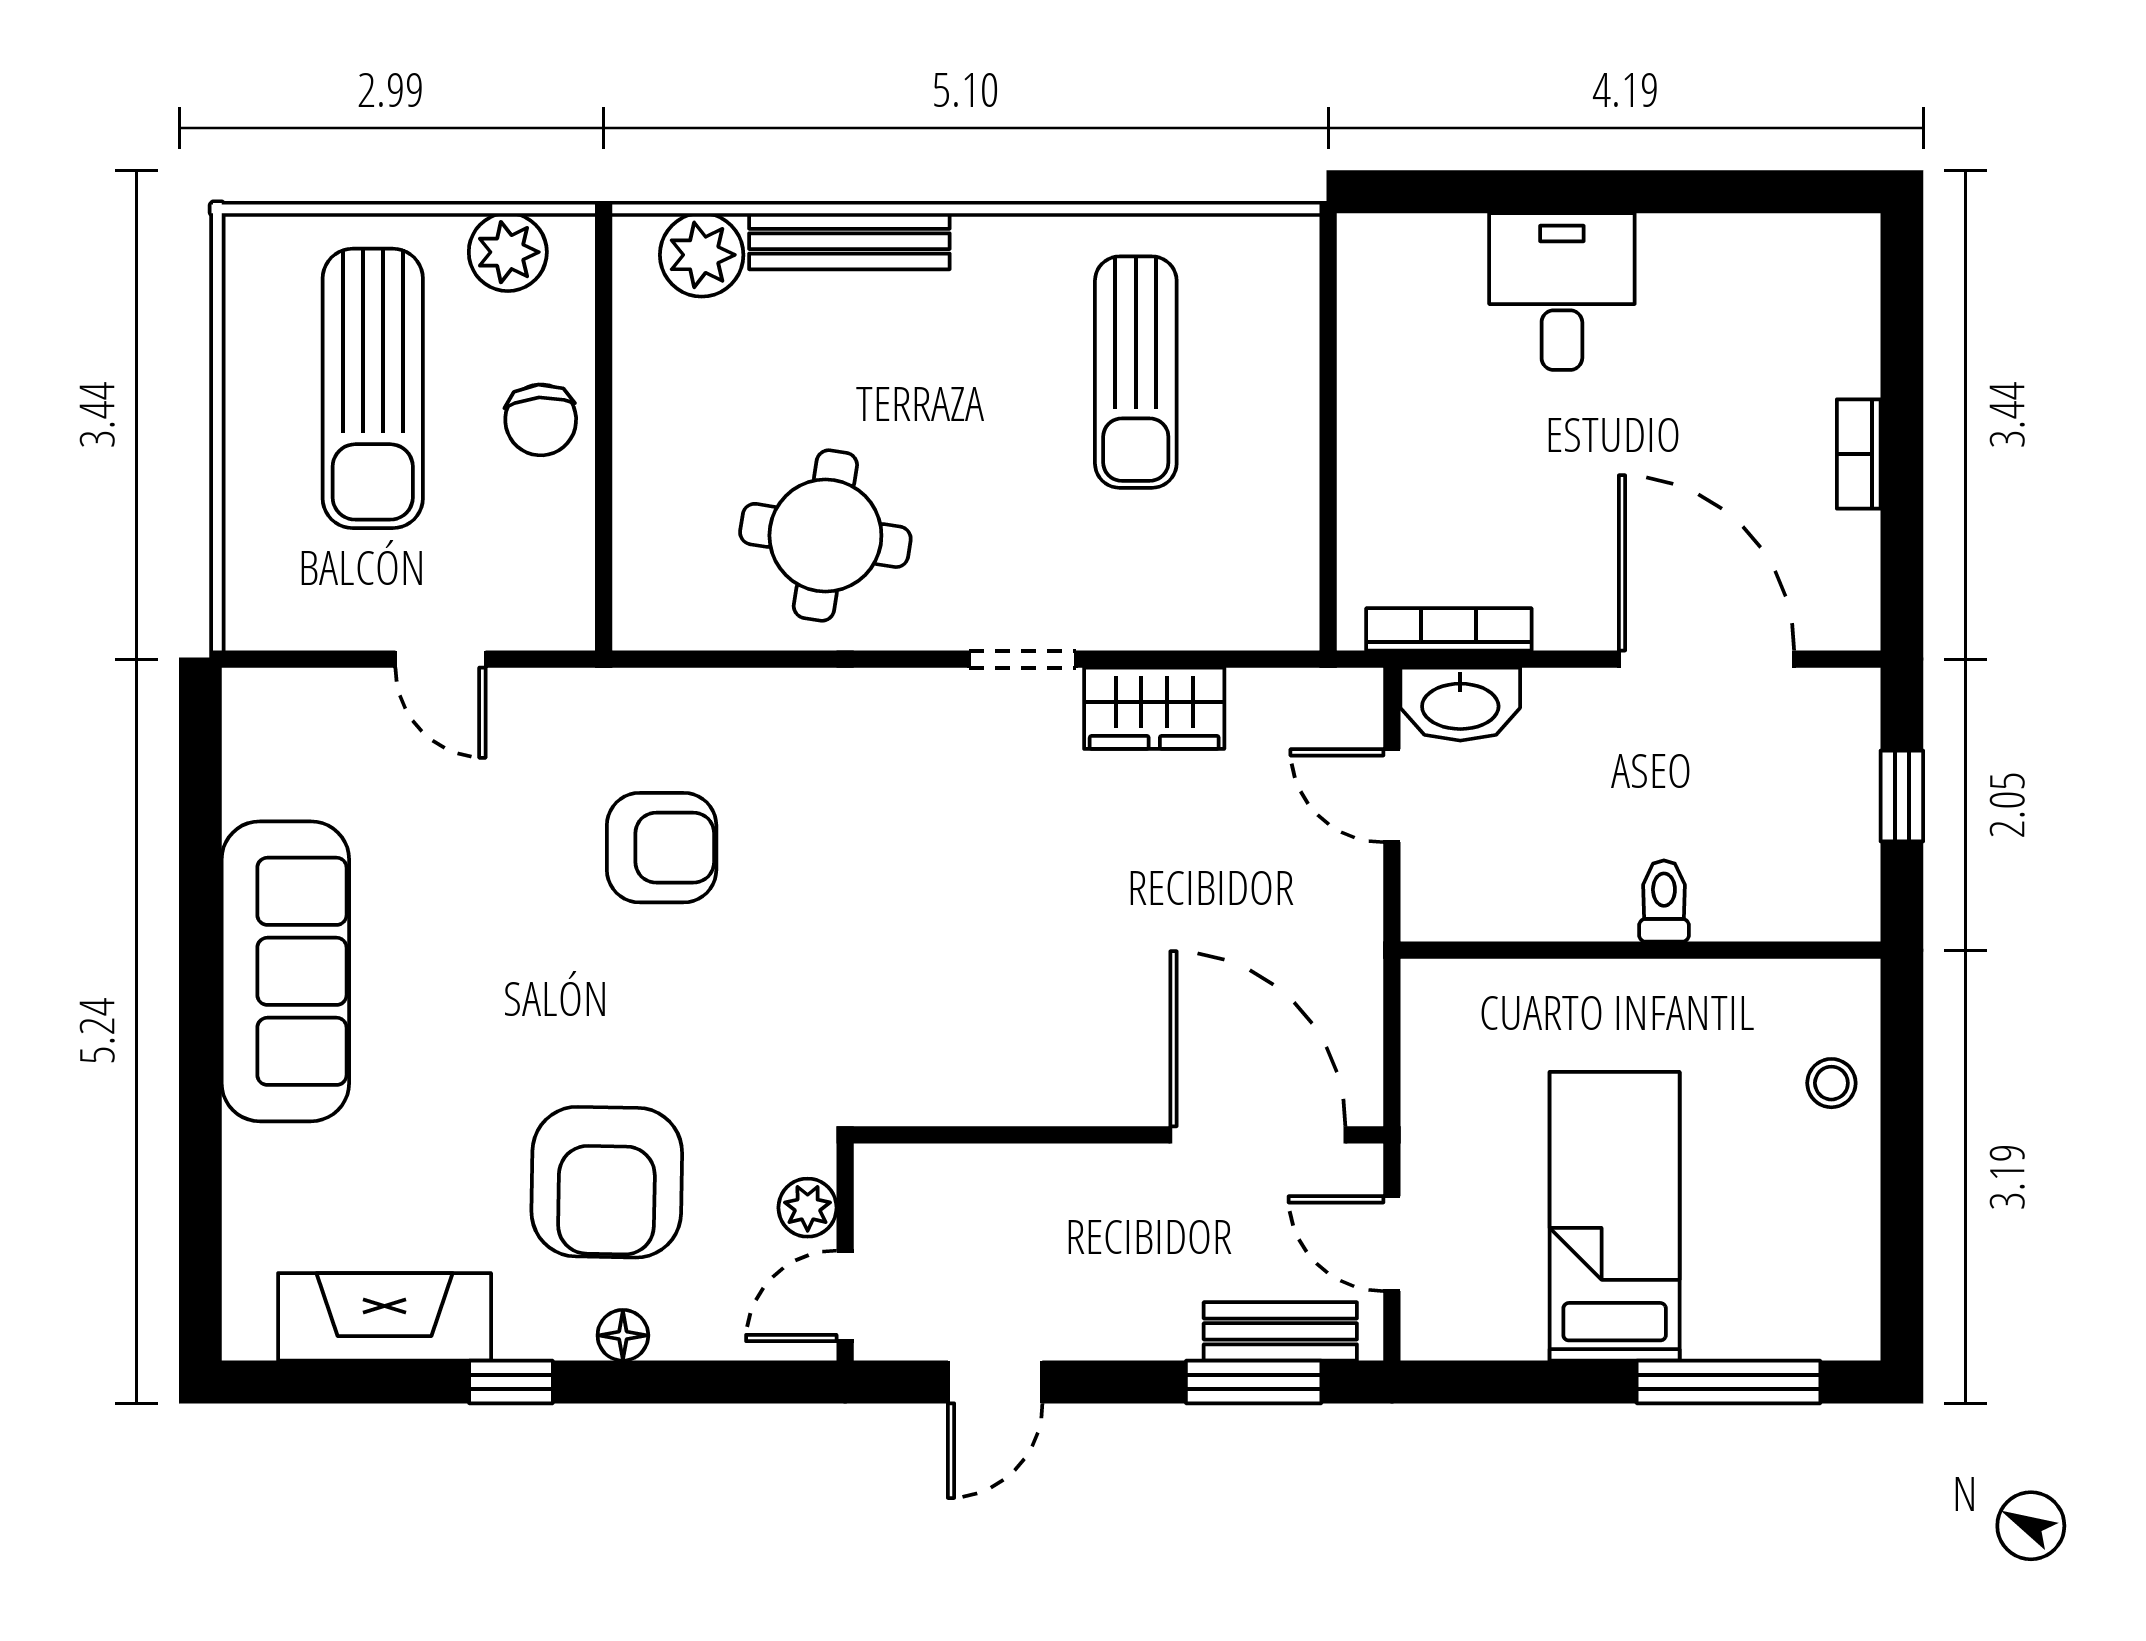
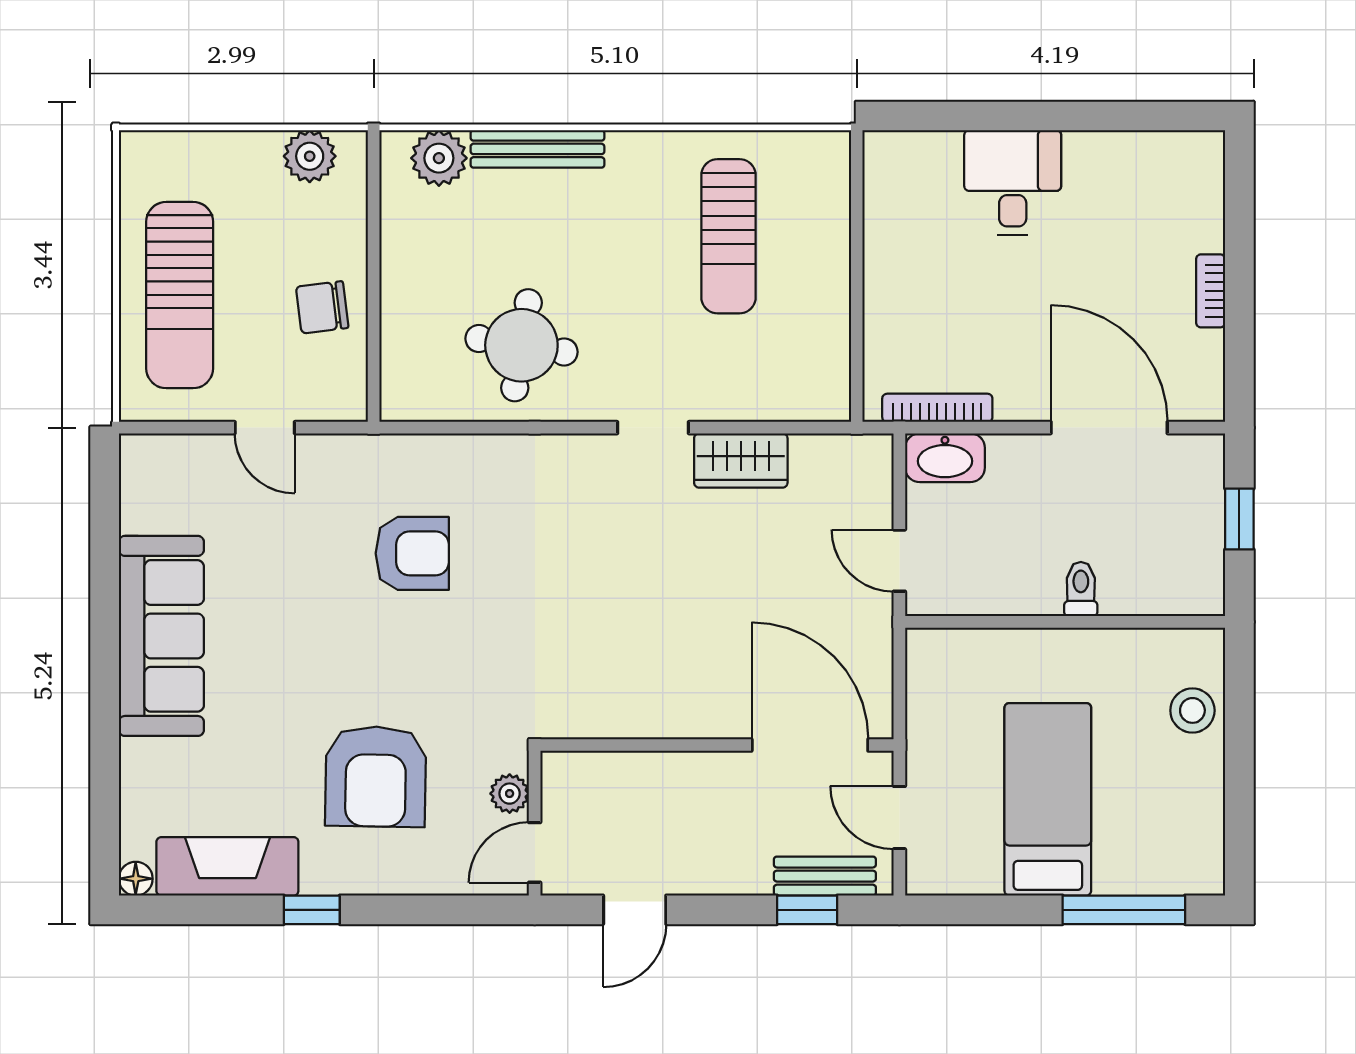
sun lounger: (373, 388) -> (180, 295), moved
chair: (541, 420) -> (322, 307), moved, turned 87
door: (1392, 796) -> (899, 561), moved
stool: (1831, 1083) -> (1192, 710), width x1.37, depth x1.37
floor lamp: (623, 1335) -> (136, 879), moved
window: (1254, 1382) -> (807, 910), width x0.67

